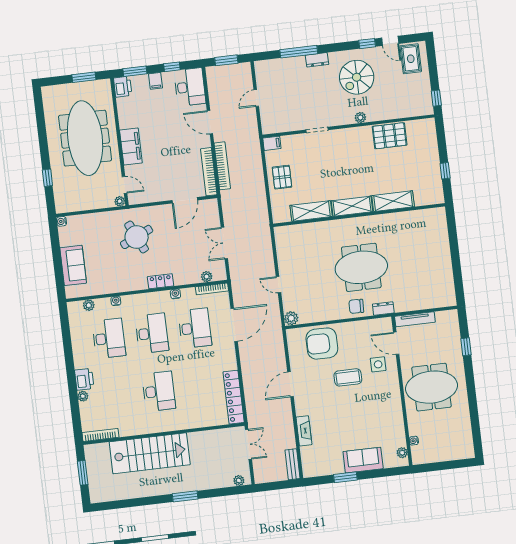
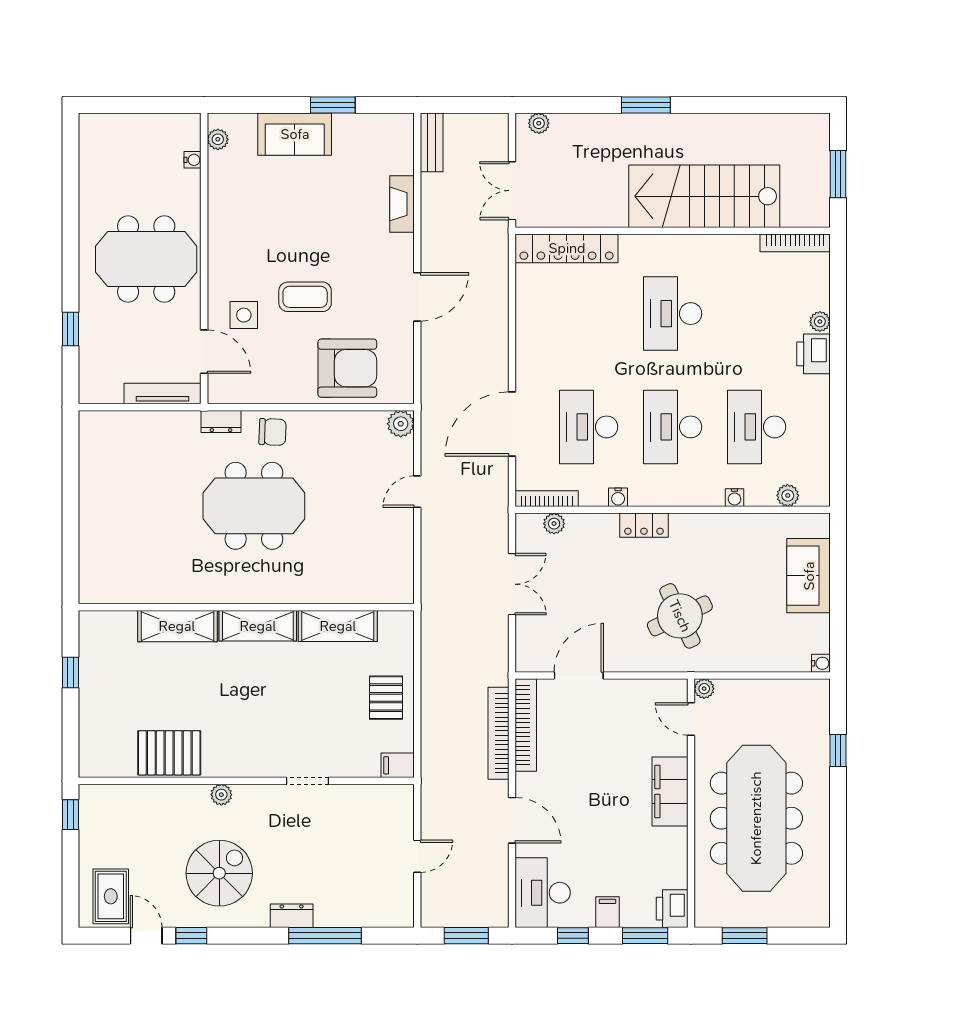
door: (279, 285) -> (417, 492), swing flipped
locker: (234, 397) -> (567, 248), moved, turned 90

